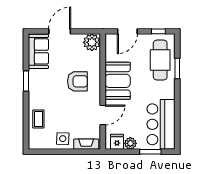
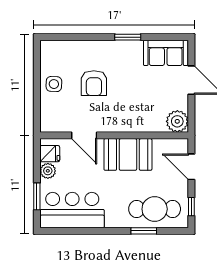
armchair: (77, 81) -> (94, 83), moved
coffee table: (38, 119) -> (79, 53), removed
fireplace: (86, 144) -> (47, 114), removed

